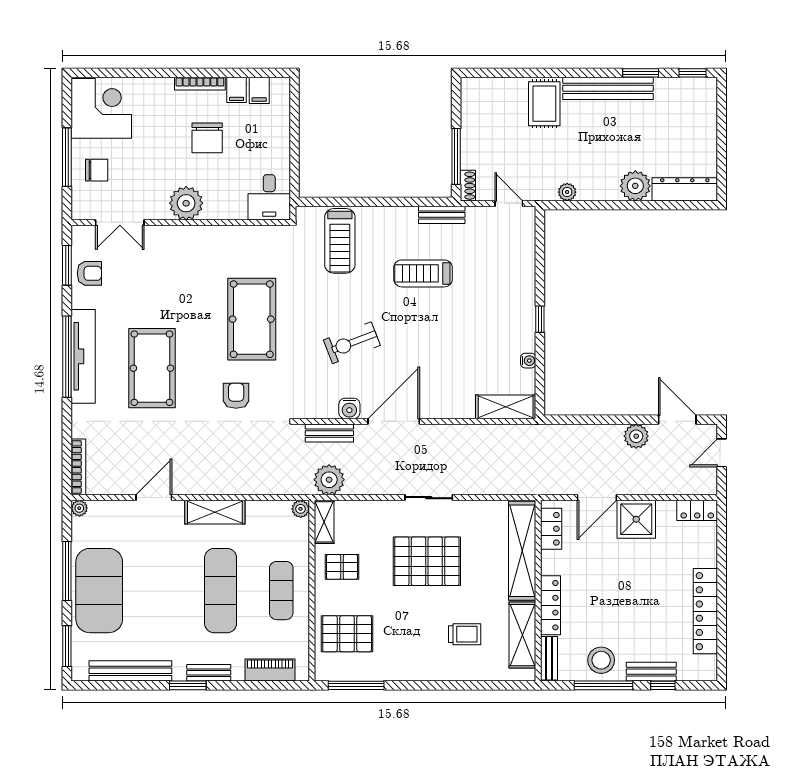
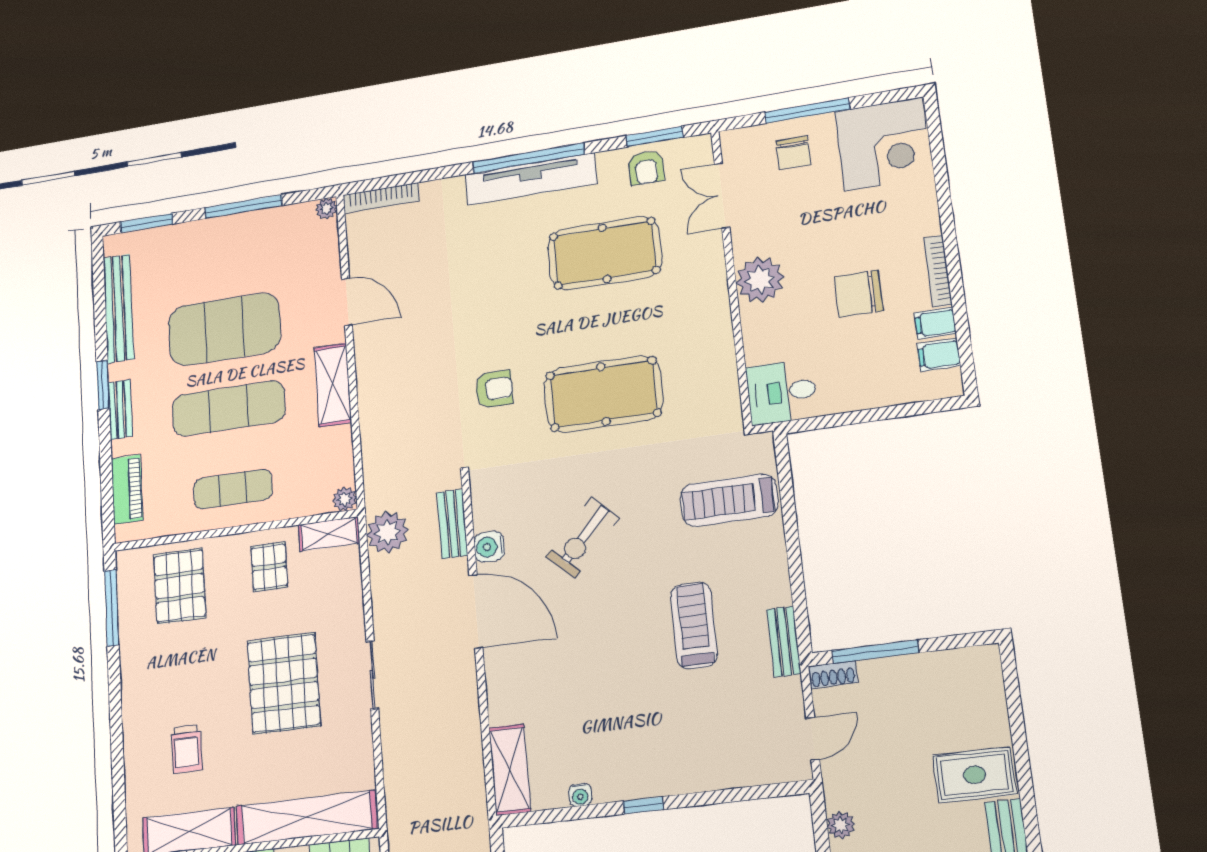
exercise bike: (352, 343) -> (583, 537), turned -116
pool table: (152, 368) -> (604, 253), moved
exercise mat: (99, 591) -> (224, 329), moved

